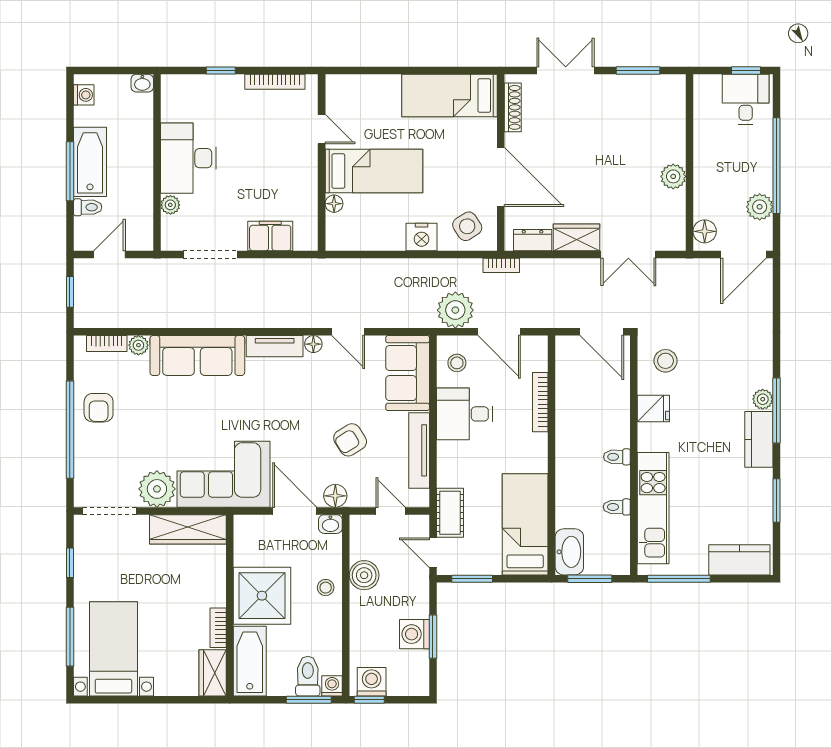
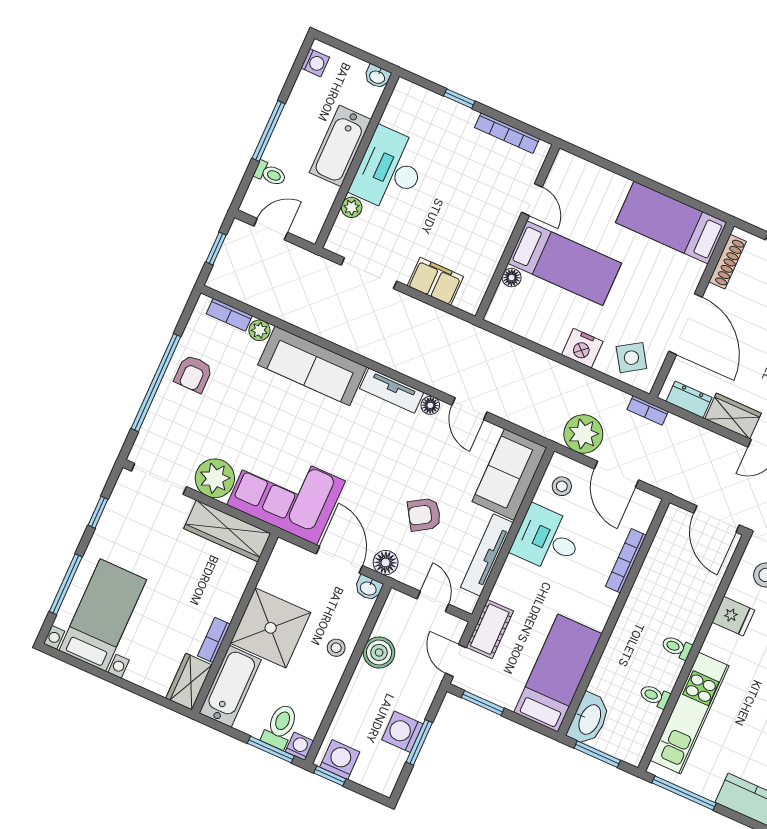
bathtub: (90, 162) -> (340, 146), moved, turned 180

